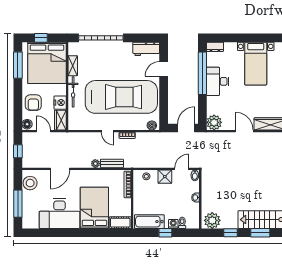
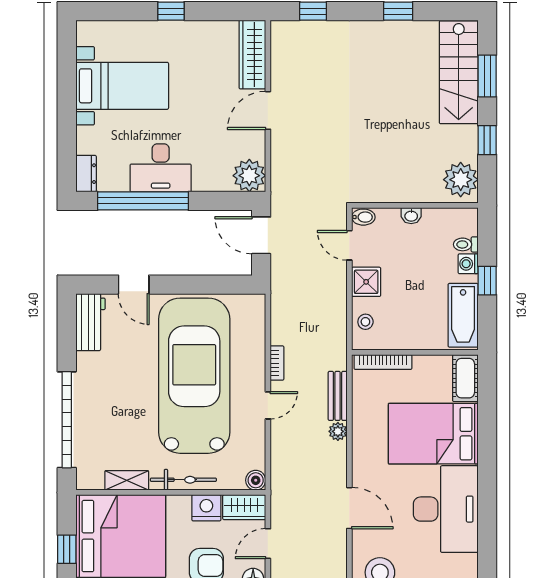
boiler: (152, 125) -> (256, 480), moved

